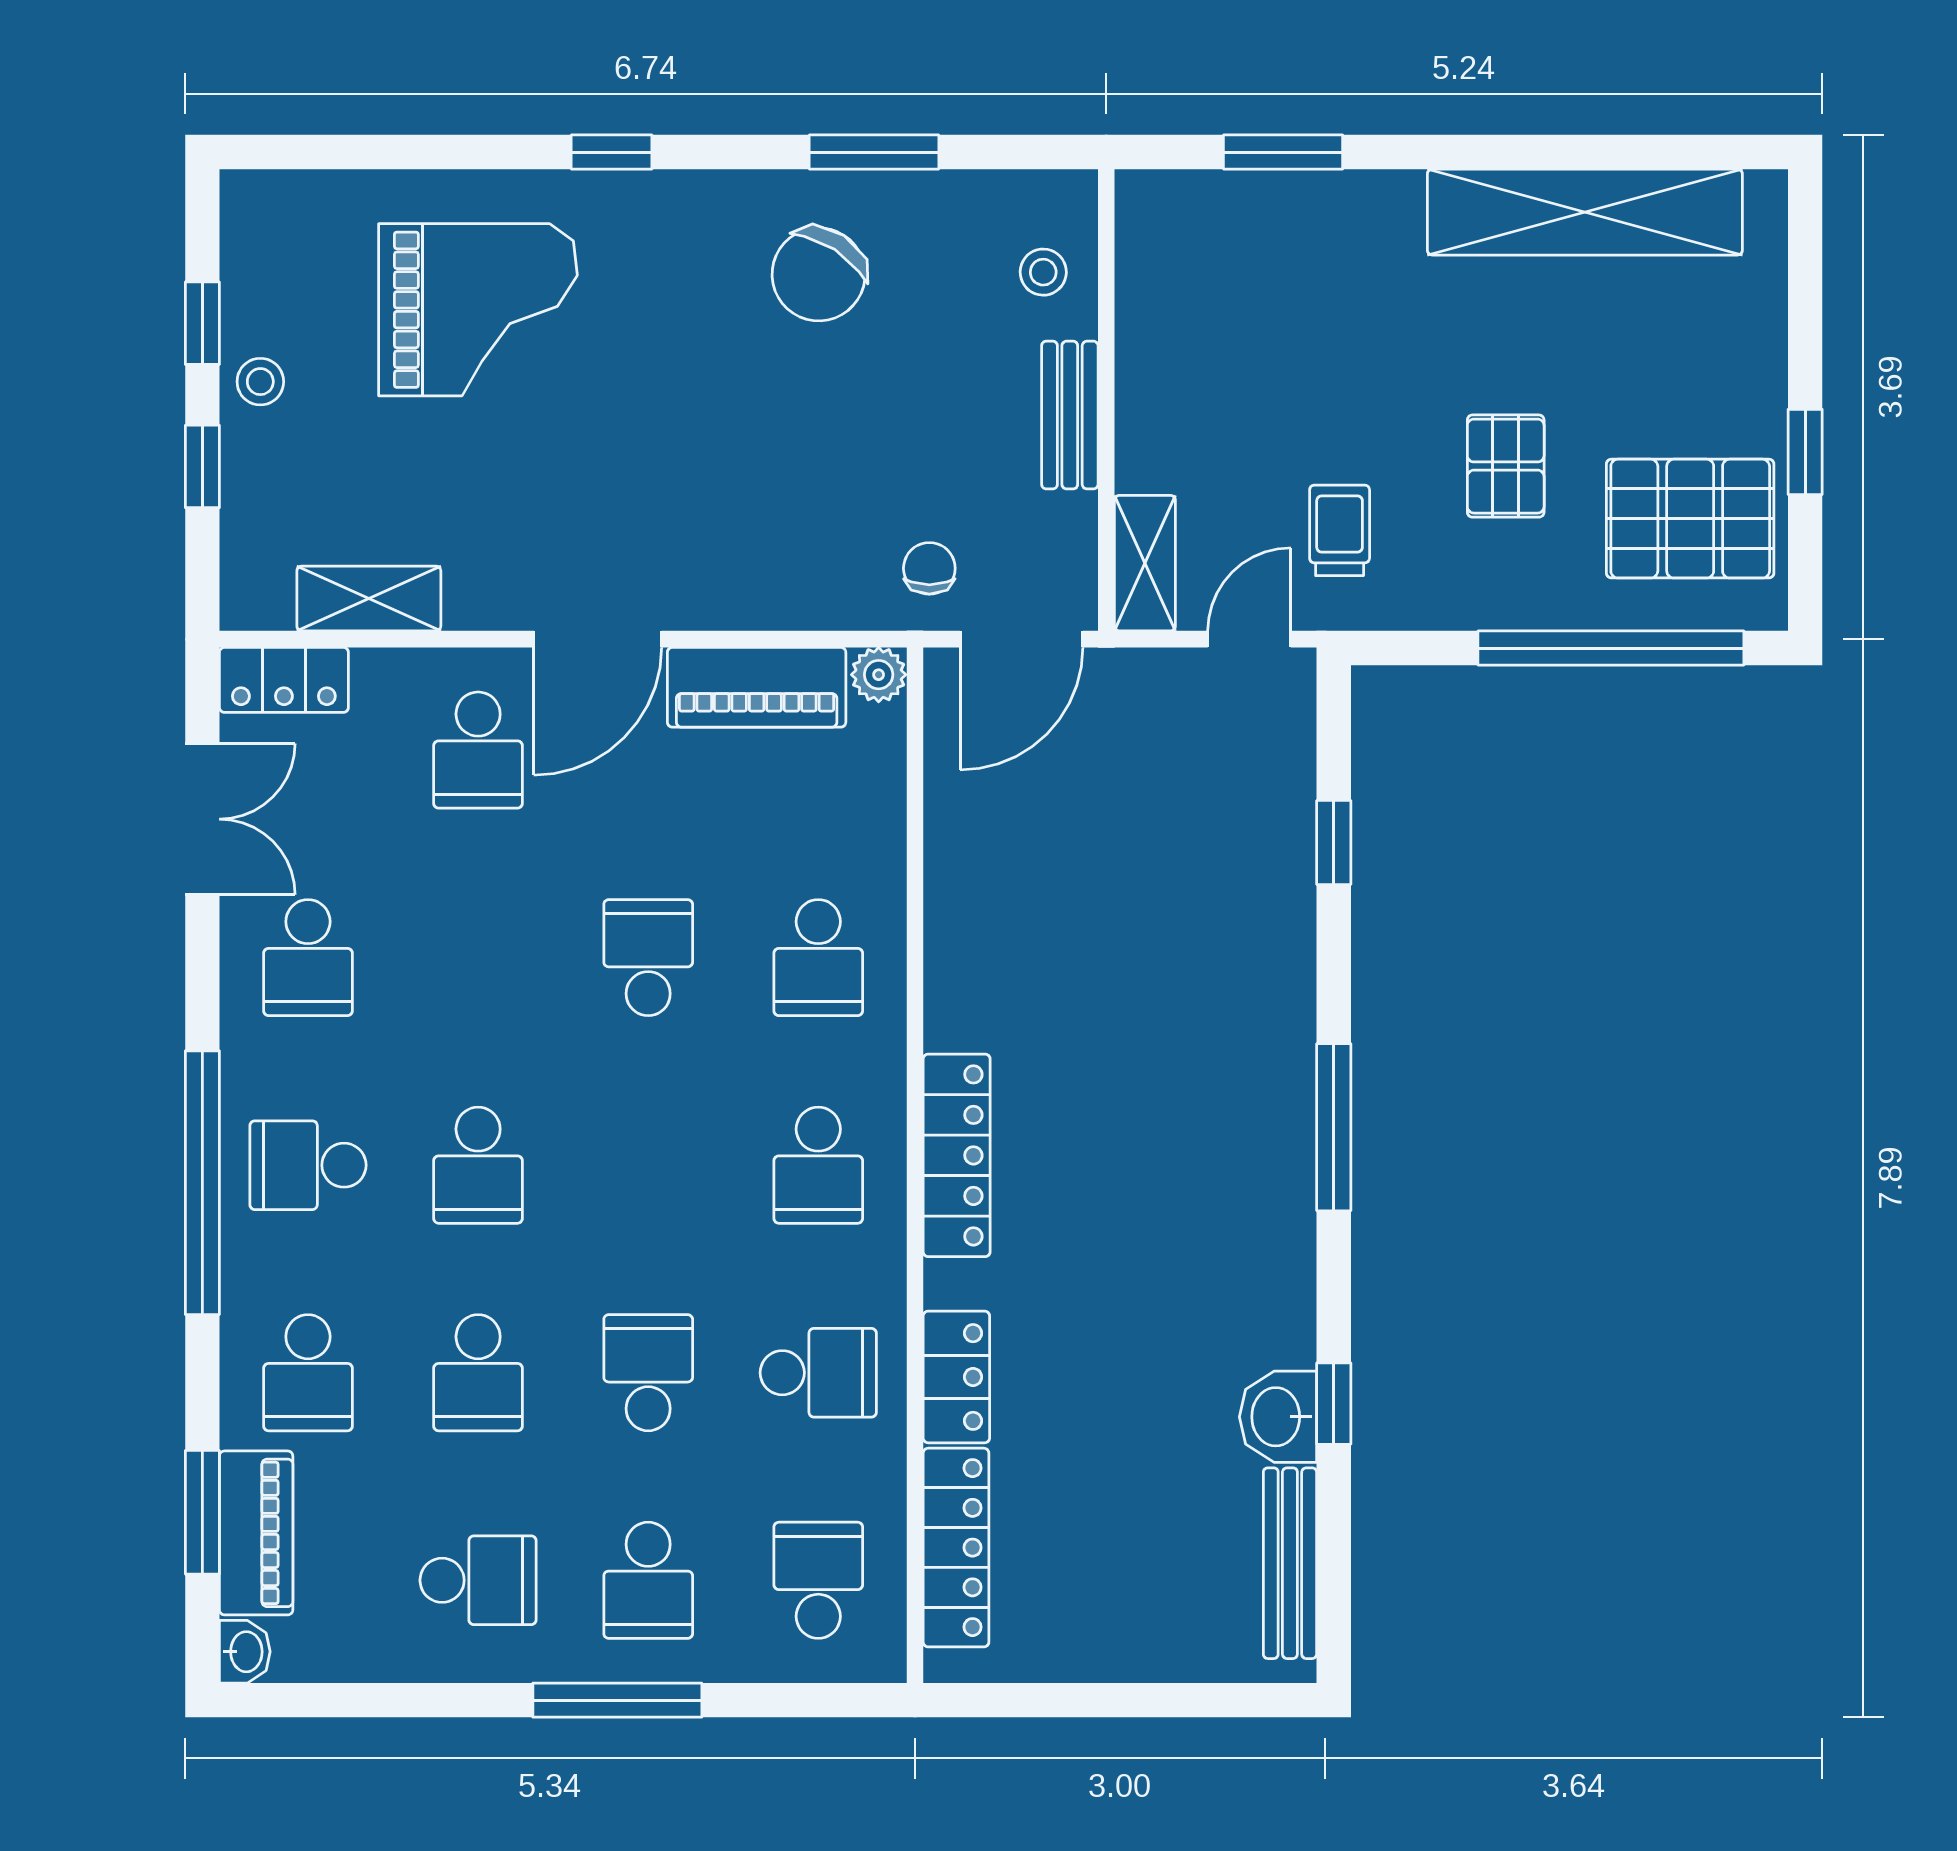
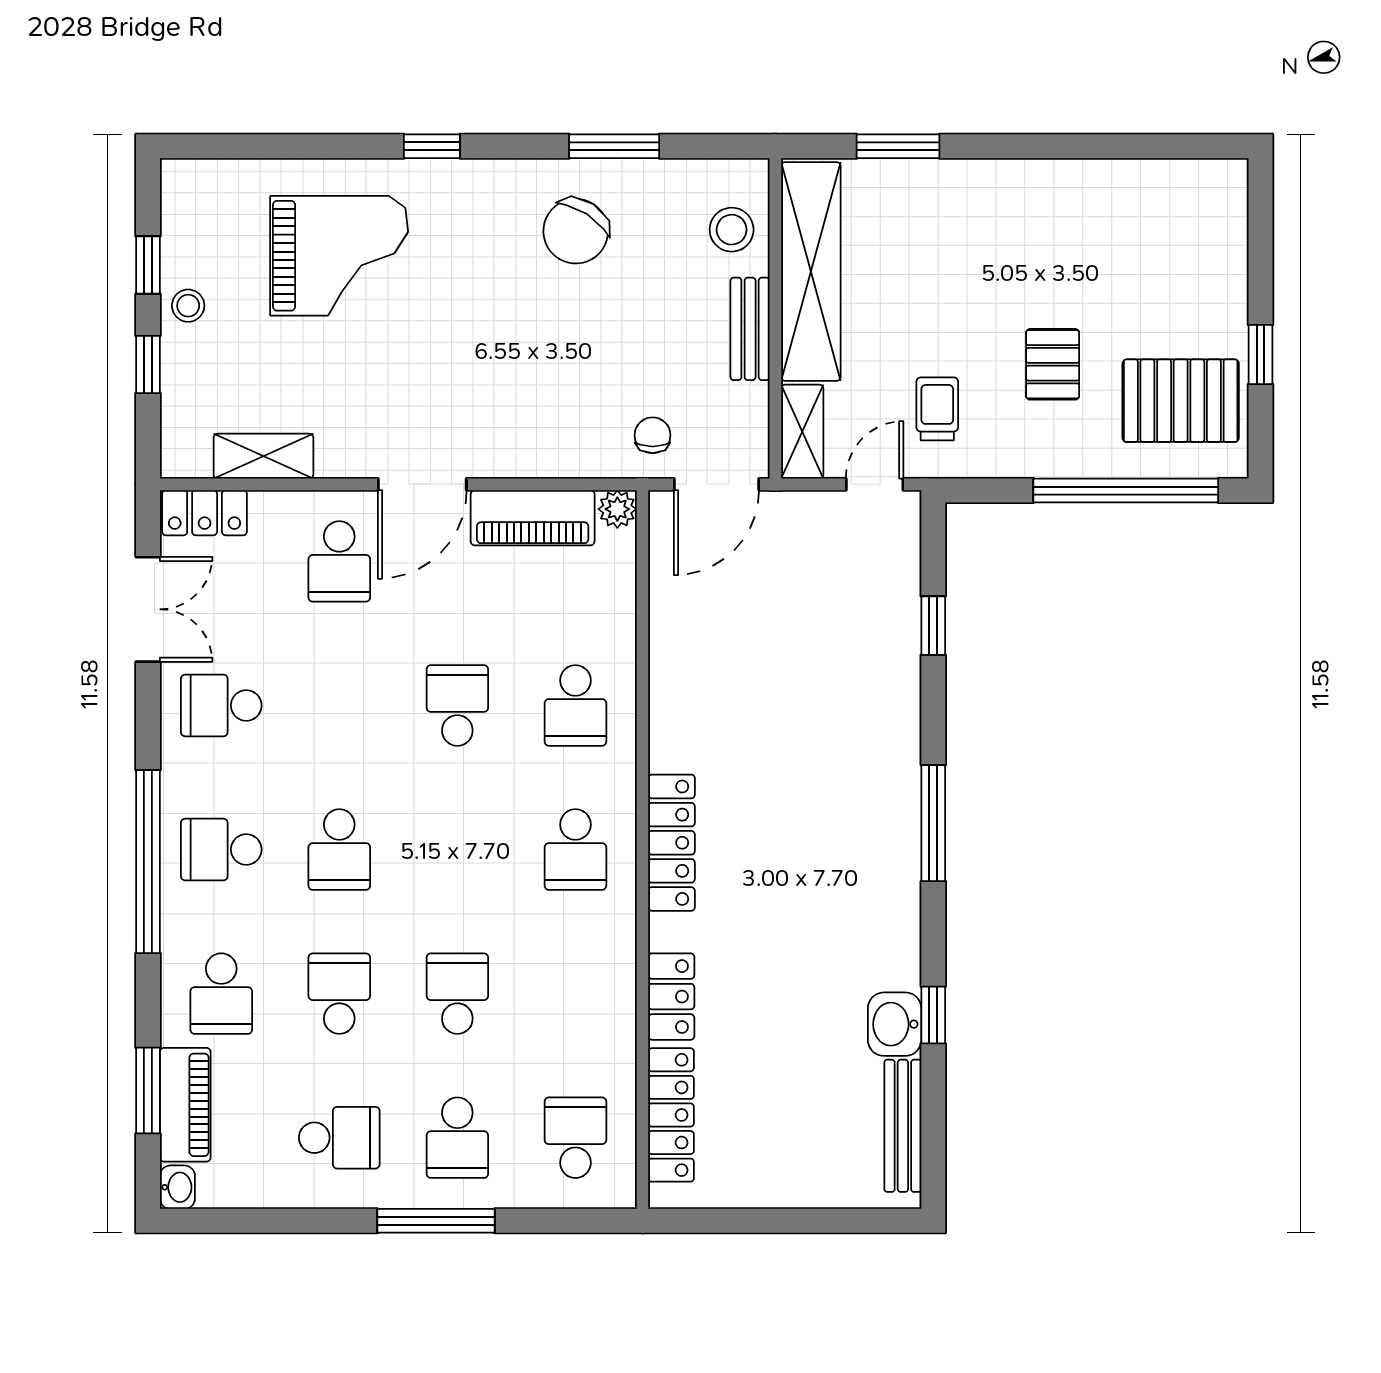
shelving: (1585, 212) -> (811, 271), moved, turned 90
stool: (1043, 272) -> (732, 230), width x1.37, depth x1.37
school desk: (308, 958) -> (221, 705), turned 90
school desk: (478, 1373) -> (339, 994), turned 180
school desk: (818, 1373) -> (575, 994), removed

